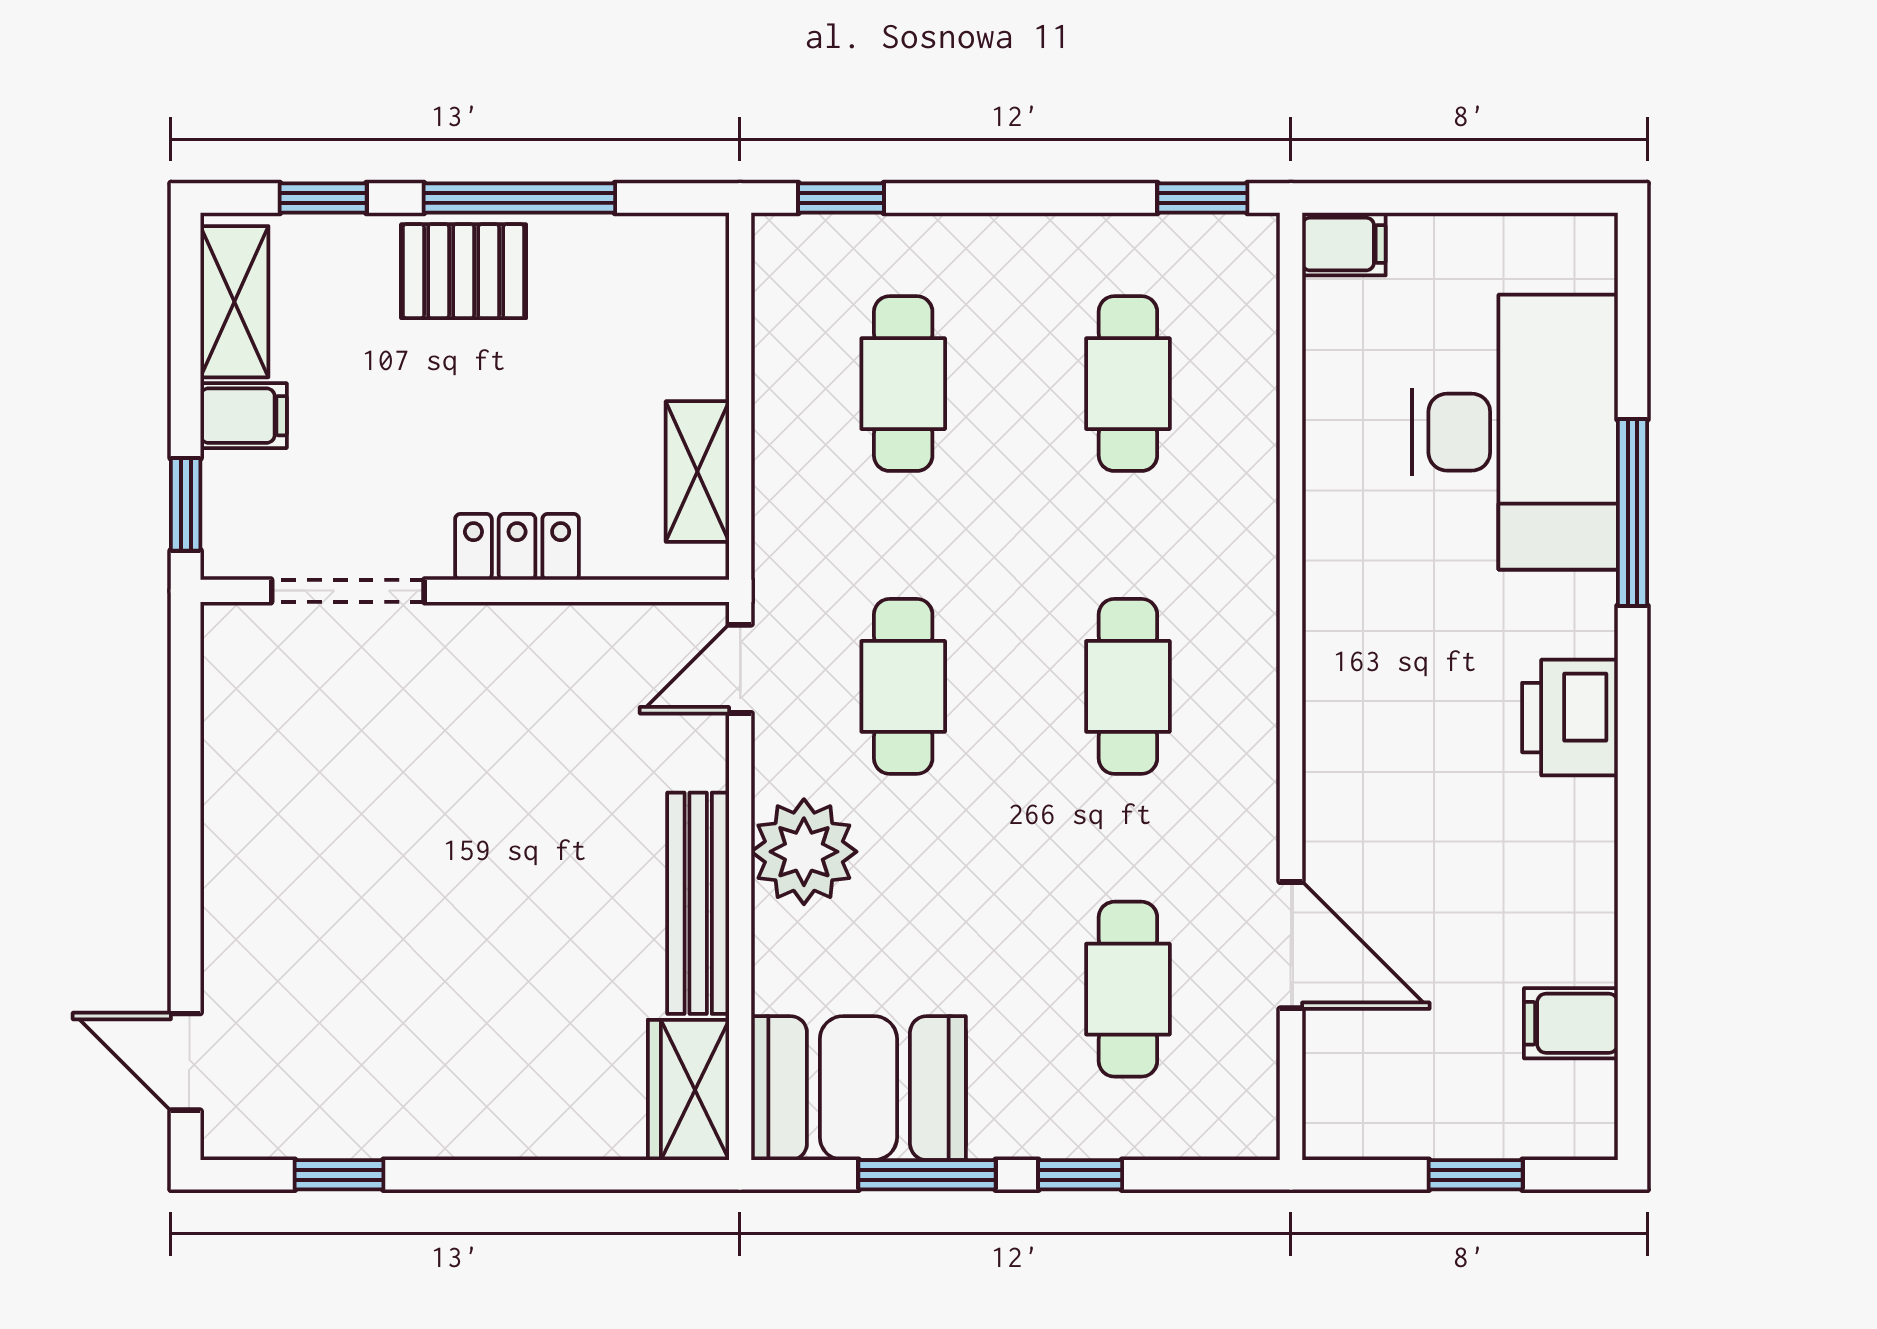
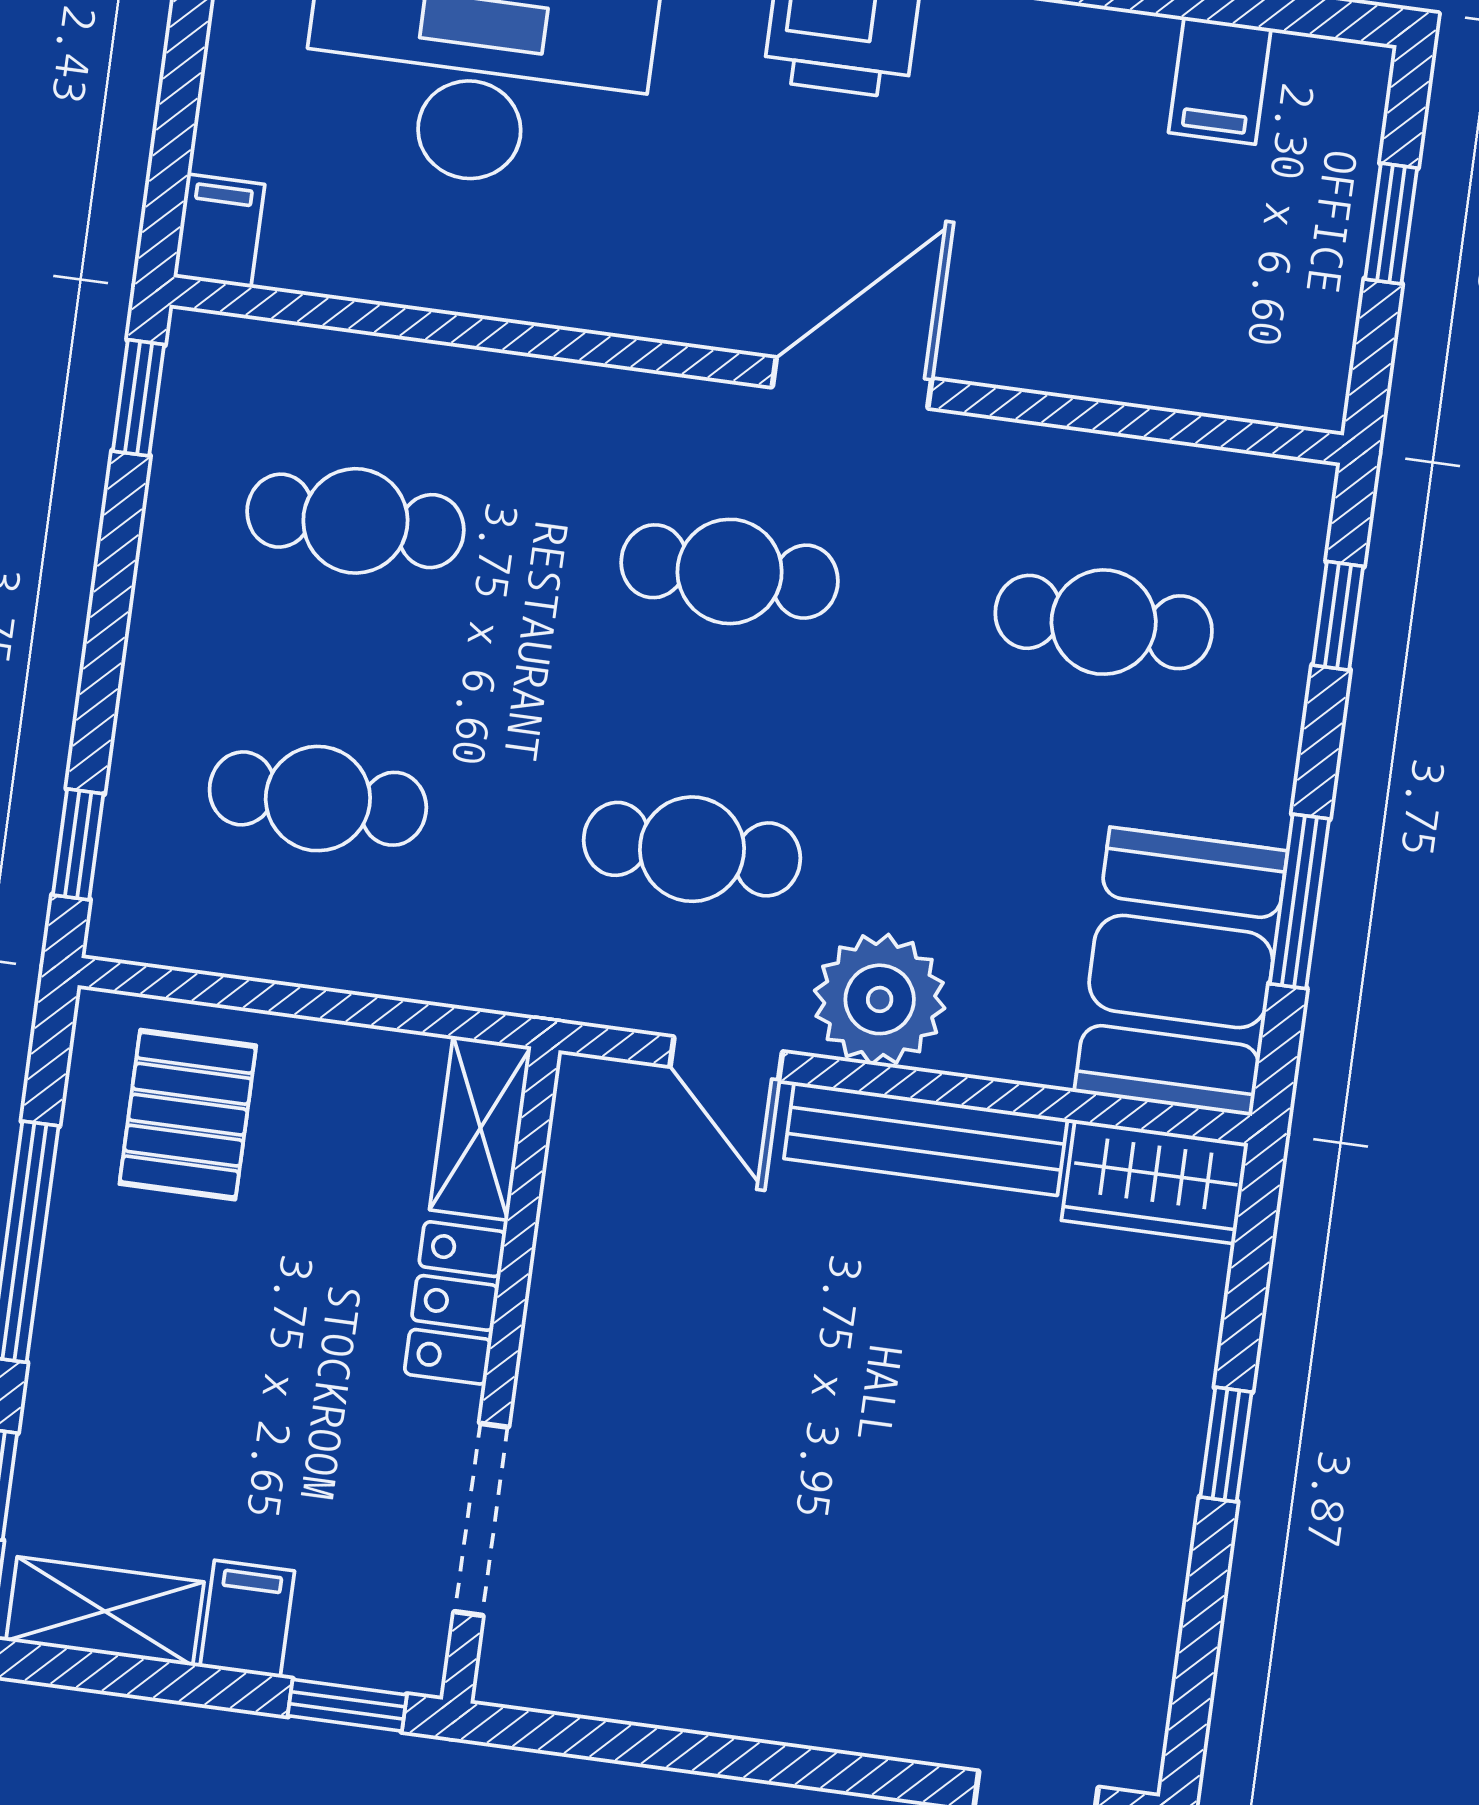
pallet: (464, 271) -> (188, 1115), moved
shelving: (697, 472) -> (480, 1128), moved, turned 90
door: (740, 669) -> (726, 1059), moved
door: (1291, 945) -> (852, 383), moved
window: (339, 1175) -> (1226, 1444), moved
window: (1080, 1175) -> (1338, 616), moved

